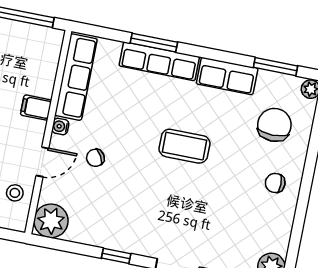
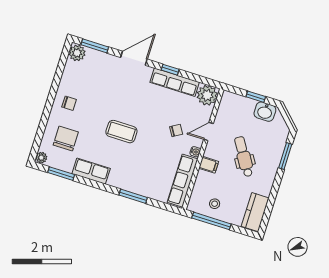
row of seats: (159, 61) -> (175, 82), moved, turned 180
chair: (274, 125) -> (66, 138), turned 180
stool: (15, 193) -> (215, 204), moved

